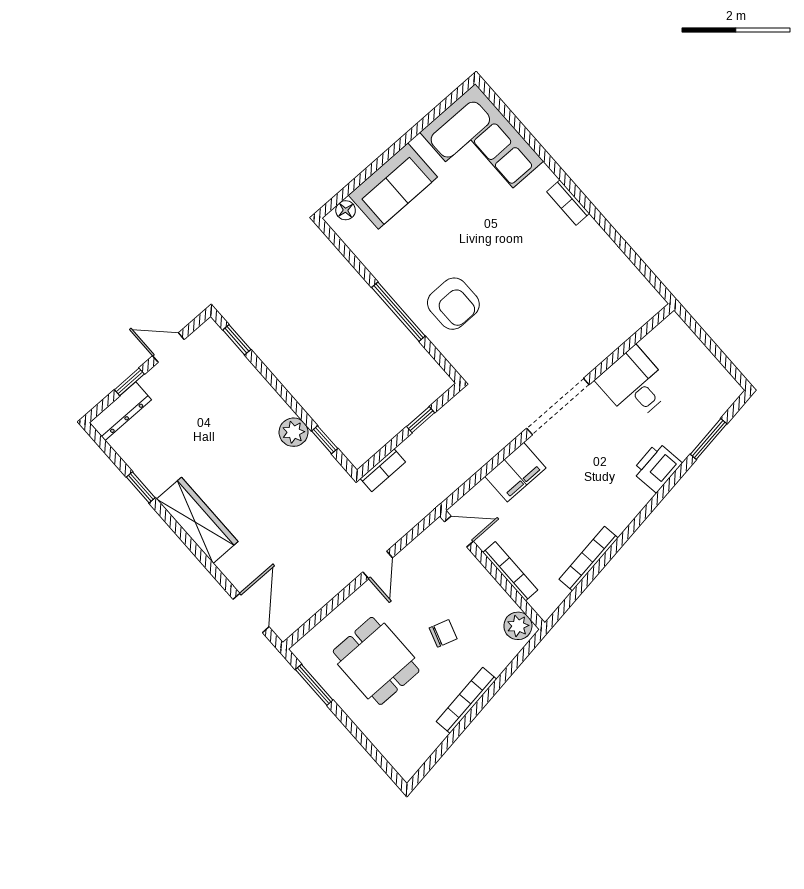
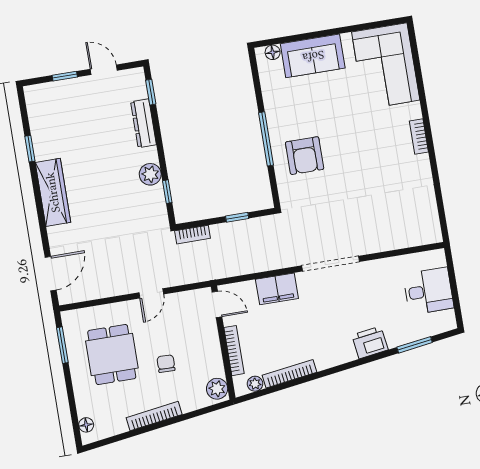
desk: (634, 384) -> (428, 291), moved, turned 90
dresser: (120, 411) -> (143, 123), moved, turned 90
plant: (557, 594) -> (255, 384), added
chair: (443, 633) -> (166, 364), turned -107
floor lamp: (397, 758) -> (86, 425), added

